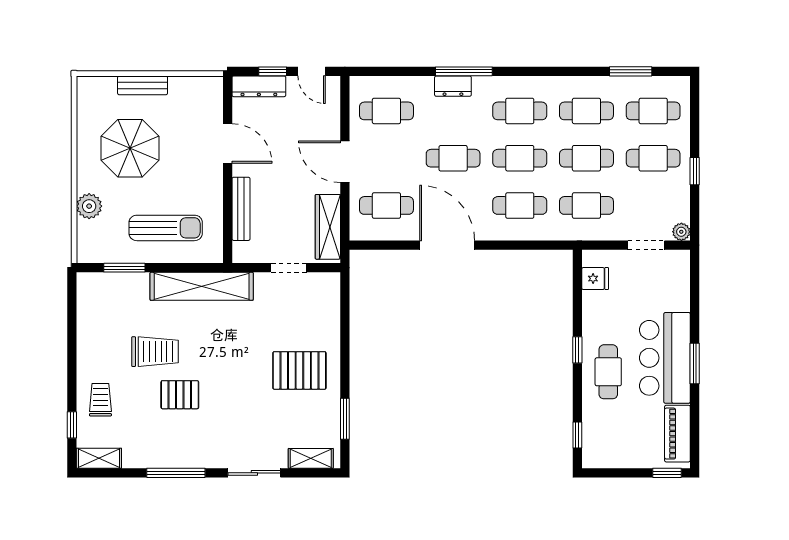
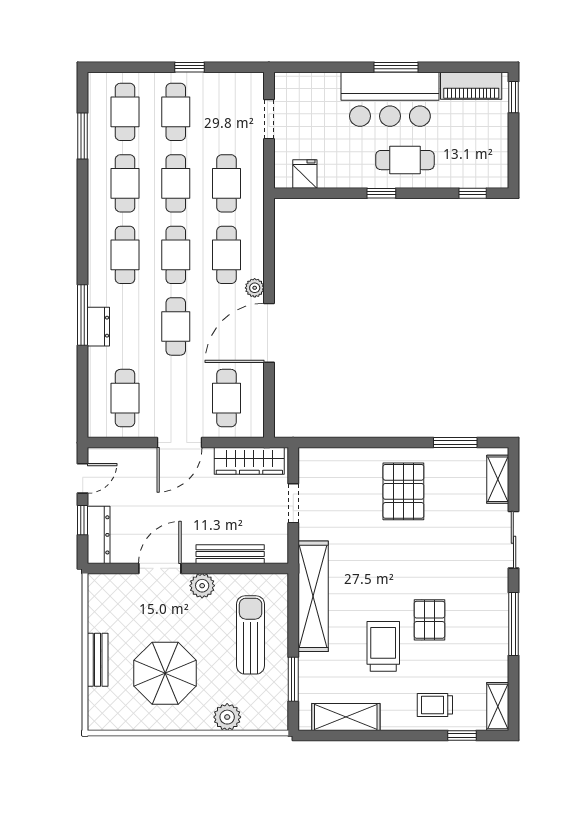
plant: (212, 183) -> (202, 586), added
plant: (681, 232) -> (255, 288), moved
shelving: (89, 317) -> (346, 717), added

